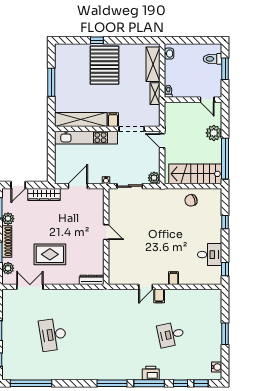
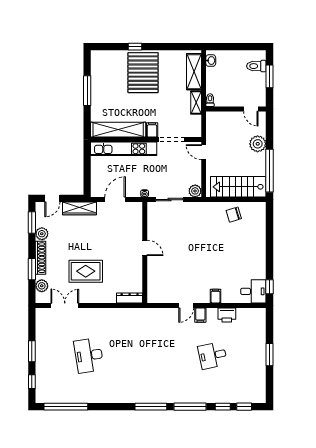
window: (225, 222) -> (270, 237), removed
desk: (210, 255) -> (253, 291), moved
water cooler: (217, 367) -> (261, 390), removed
printer: (151, 373) -> (227, 315), moved, turned 180

